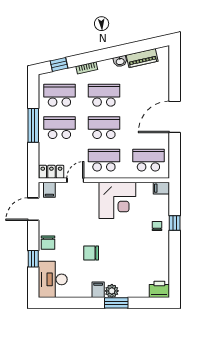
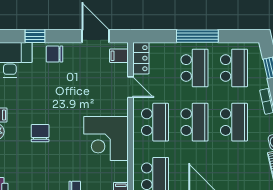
chair: (91, 253) -> (40, 133), moved

